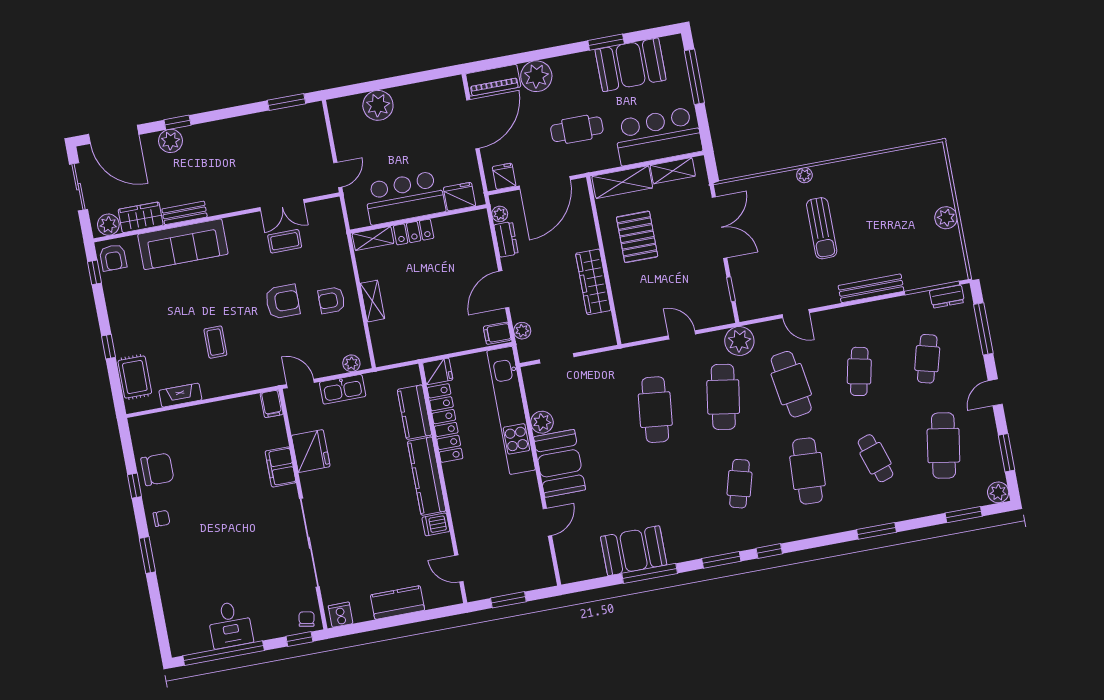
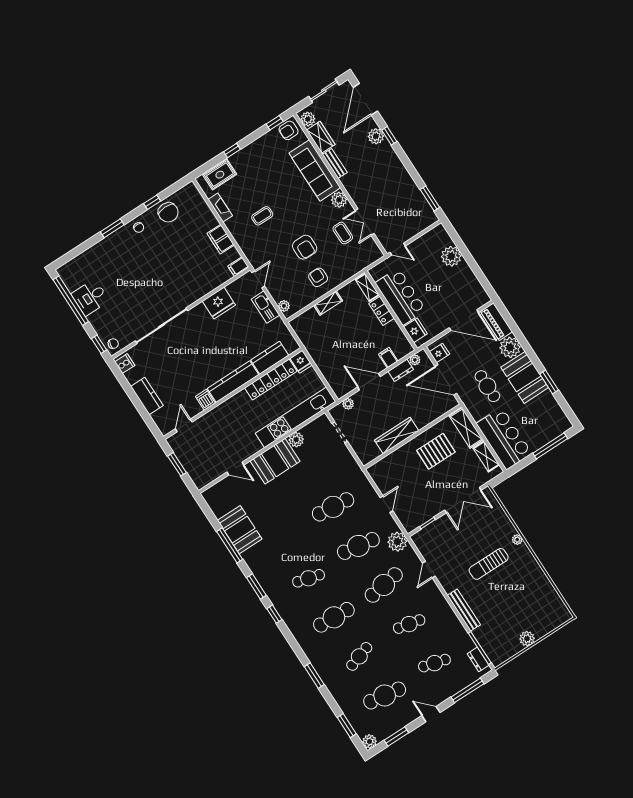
booth: (631, 65) -> (525, 377), moved
plant: (237, 228) -> (339, 200), added
filing cabinet: (497, 333) -> (388, 358), moved
filing cabinet: (281, 467) -> (221, 239), moved, turned -90

